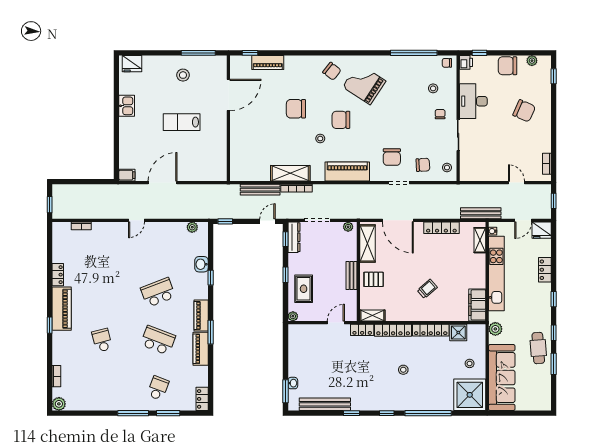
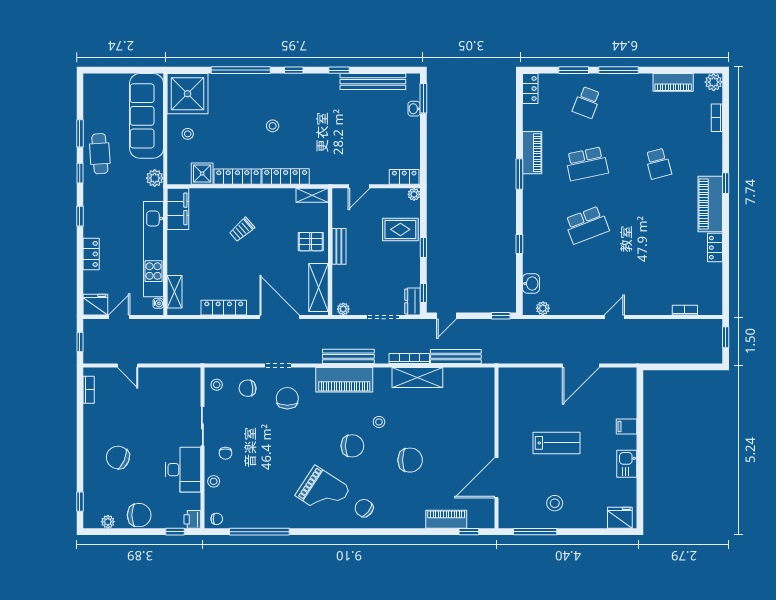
stool: (433, 88) -> (214, 481), moved
filing cabinet: (127, 175) -> (627, 426), moved
bench: (481, 213) -> (348, 356), moved
dresser: (294, 237) -> (413, 301), width x0.70
washbasin: (201, 264) -> (531, 283), moved
rug: (304, 289) -> (400, 229), turned 90
piano: (201, 316) -> (673, 82), moved, turned 90
locker: (362, 330) -> (404, 177), moved
school desk: (158, 340) -> (587, 164), turned -33

